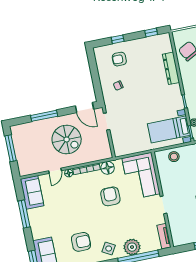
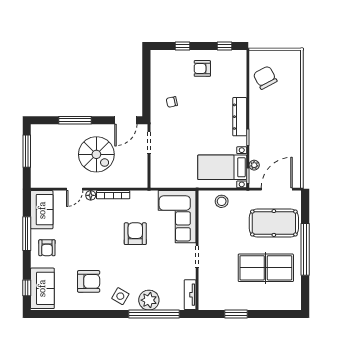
armchair: (119, 59) -> (202, 68), moved
dresser: (171, 68) -> (240, 117), moved
door: (85, 108) -> (126, 120), hinge flipped
floor lamp: (108, 168) -> (139, 199), removed
armchair: (42, 222) -> (47, 248), added

